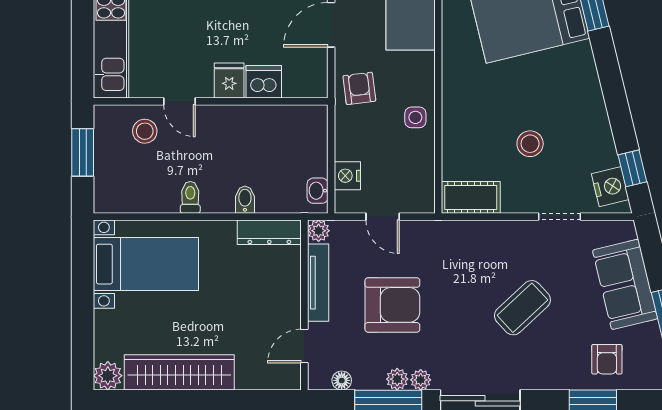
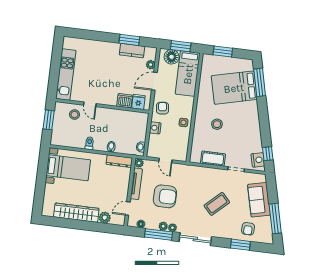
fridge: (229, 81) -> (138, 102), moved
stool: (530, 144) -> (217, 124), moved
nightstand: (347, 176) -> (155, 128), moved
cot: (471, 197) -> (213, 159), moved
plant: (108, 376) -> (105, 218), moved

